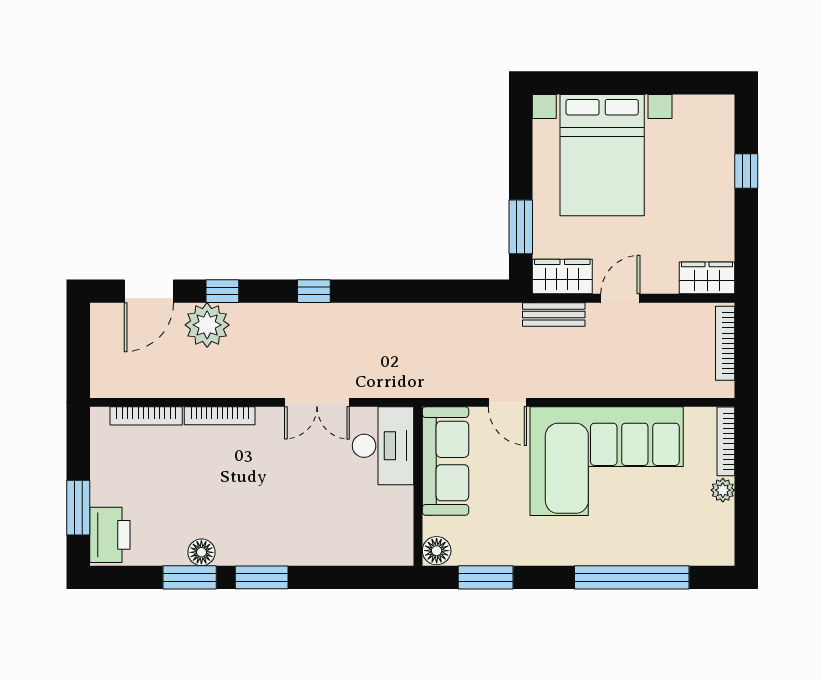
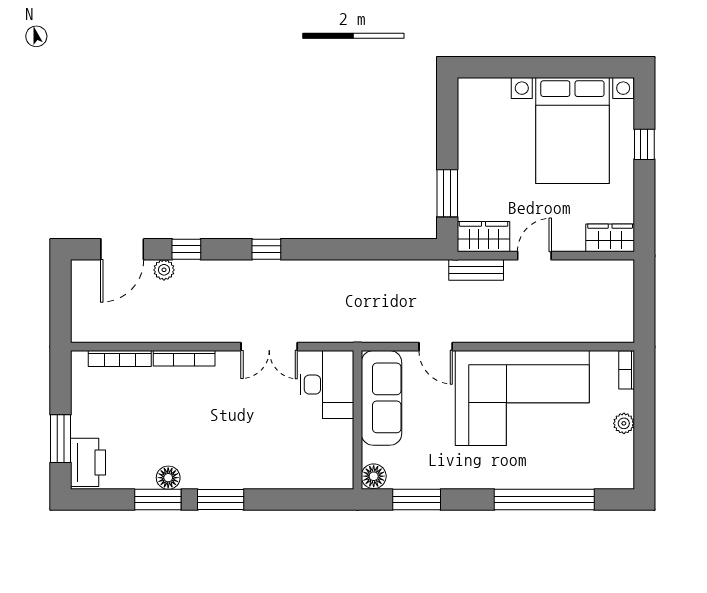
bed with nightstands: (602, 155) -> (572, 131), moved
plant: (207, 325) -> (164, 270), width x0.53, depth x0.53
bookcase: (725, 343) -> (626, 295), removed
bookcase: (726, 441) -> (627, 370), width x0.64

